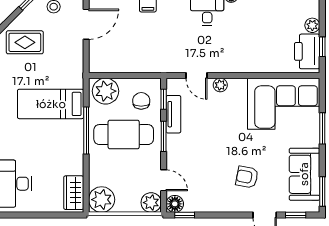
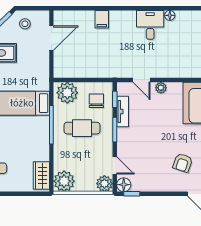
cafe table: (124, 135) -> (82, 128), width x0.73, depth x0.74
armchair: (247, 177) -> (183, 163), turned -82

